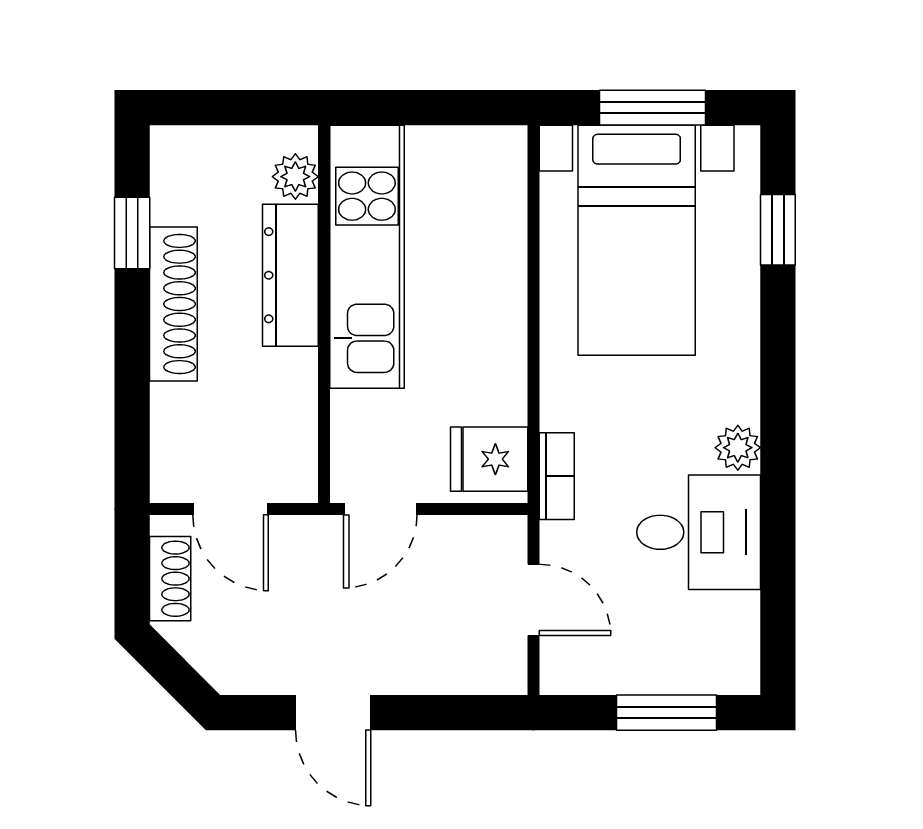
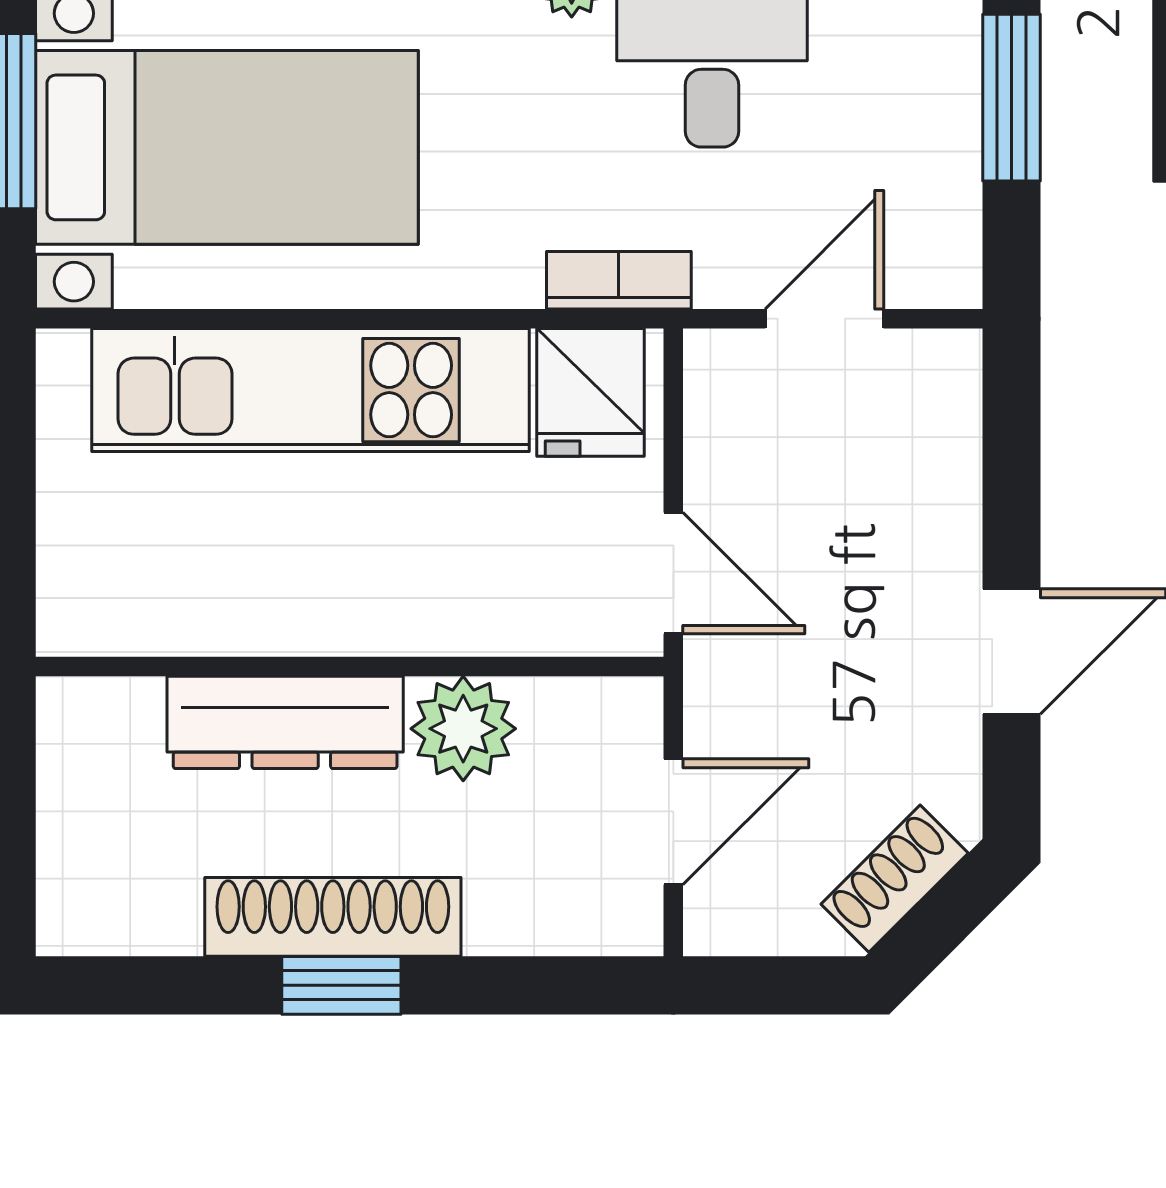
plant: (295, 177) -> (463, 729), moved, width x1.38, depth x1.38
window: (132, 233) -> (341, 985), moved
kitchen unit: (367, 257) -> (311, 390), moved, turned 180
shoe rack: (170, 579) -> (895, 879), moved, turned -45

